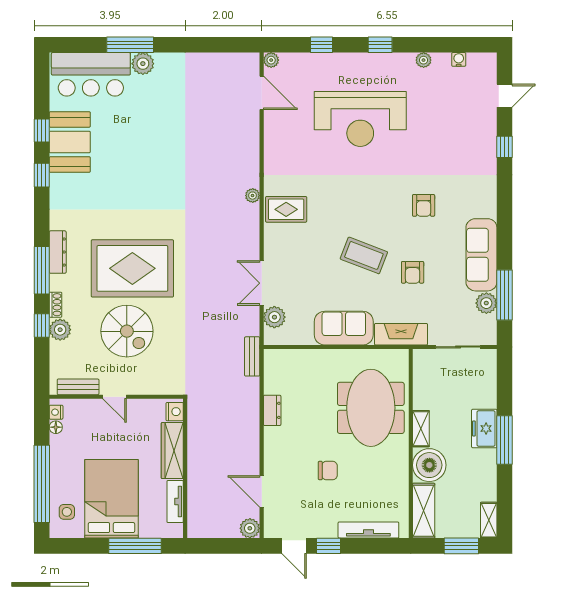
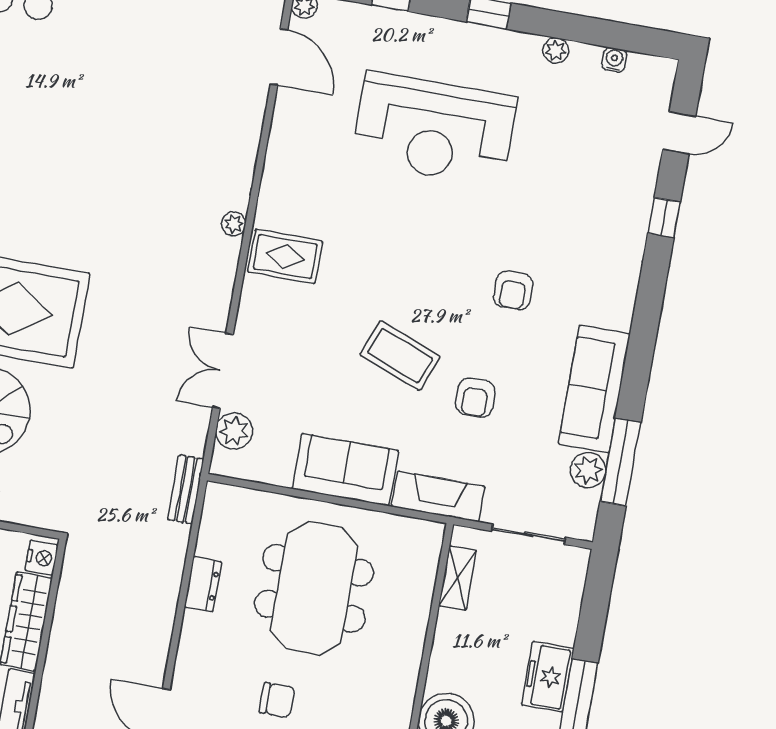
meeting table: (371, 408) -> (314, 588), moved
shelving: (421, 429) -> (457, 578), moved

